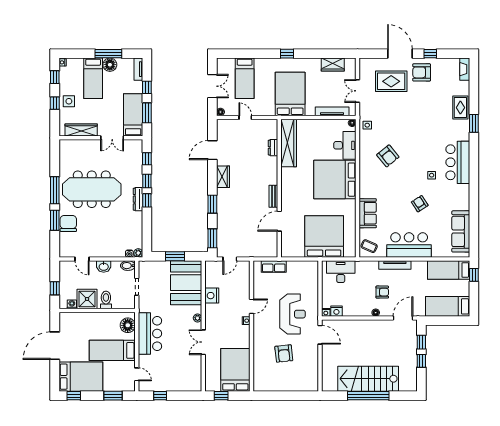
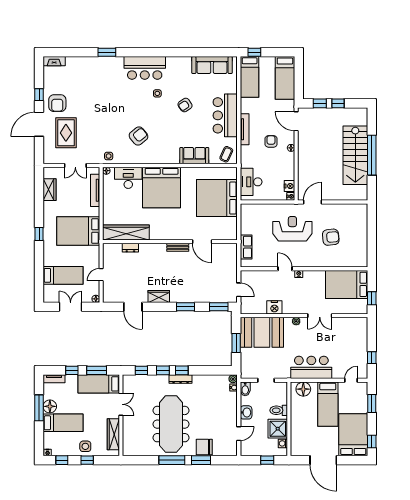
rug: (460, 108) -> (91, 65), removed

